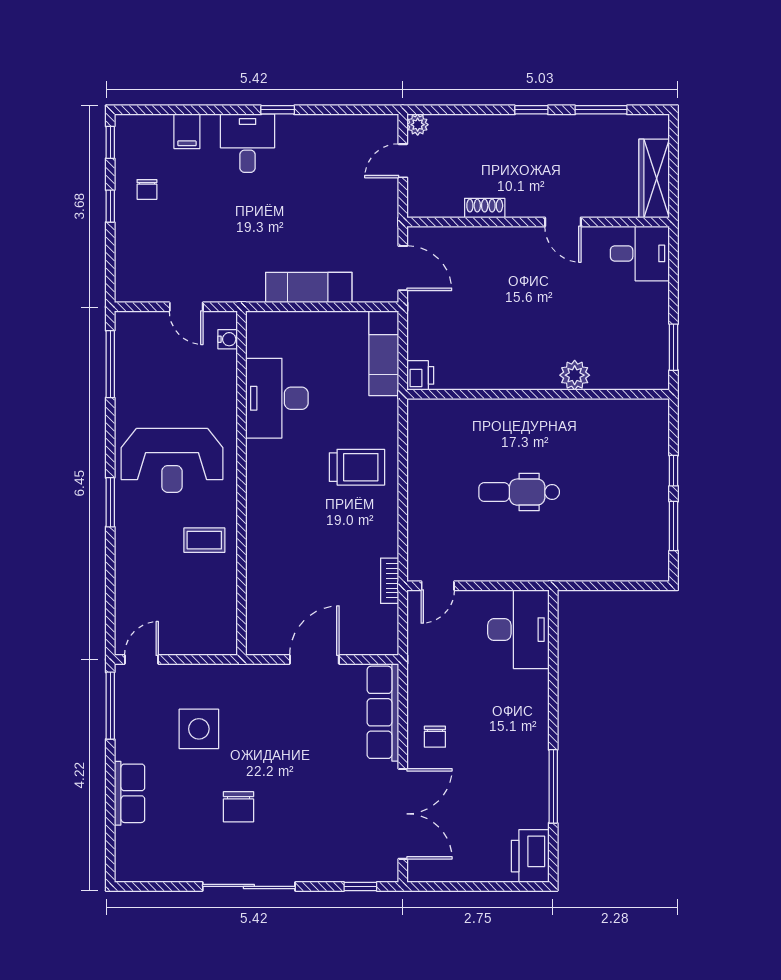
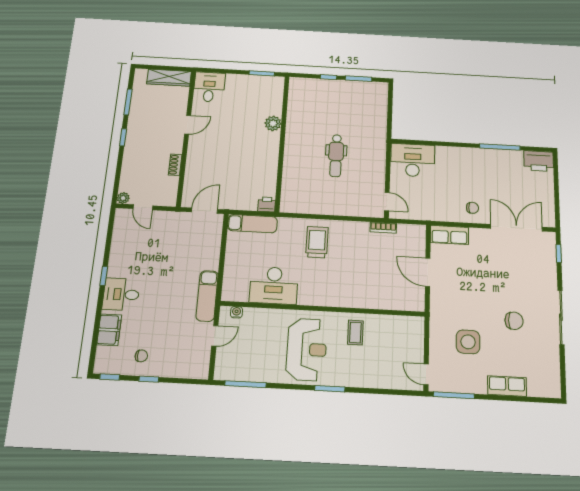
filing cabinet: (187, 131) -> (109, 330), width x2.00
exam couch: (309, 287) -> (207, 296), moved
row of seats: (383, 712) -> (450, 235), width x0.68

